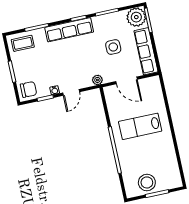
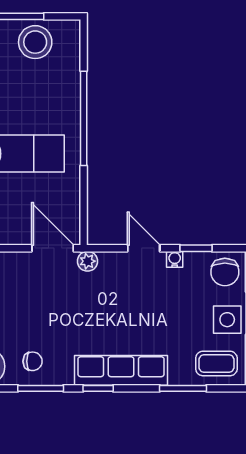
chair: (114, 25) -> (33, 361), added
side table: (113, 47) -> (227, 320), moved
door: (127, 80) -> (53, 248), moved
chair: (28, 89) -> (225, 272), turned -90
door: (71, 92) -> (144, 248), hinge flipped

